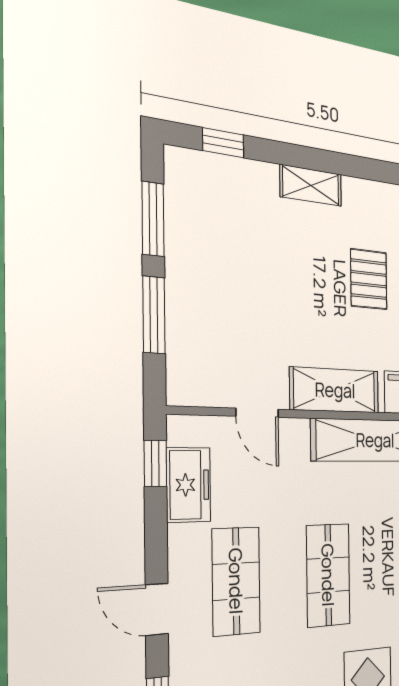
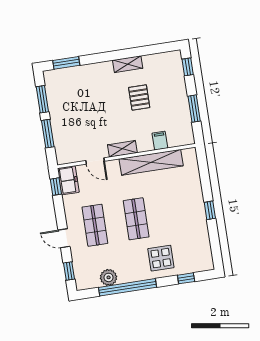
window: (223, 143) -> (66, 63), width x1.50
shelving: (311, 185) -> (128, 64), moved
shelving: (335, 390) -> (122, 149), width x0.67, depth x0.75
freezer: (188, 485) -> (68, 180), moved

